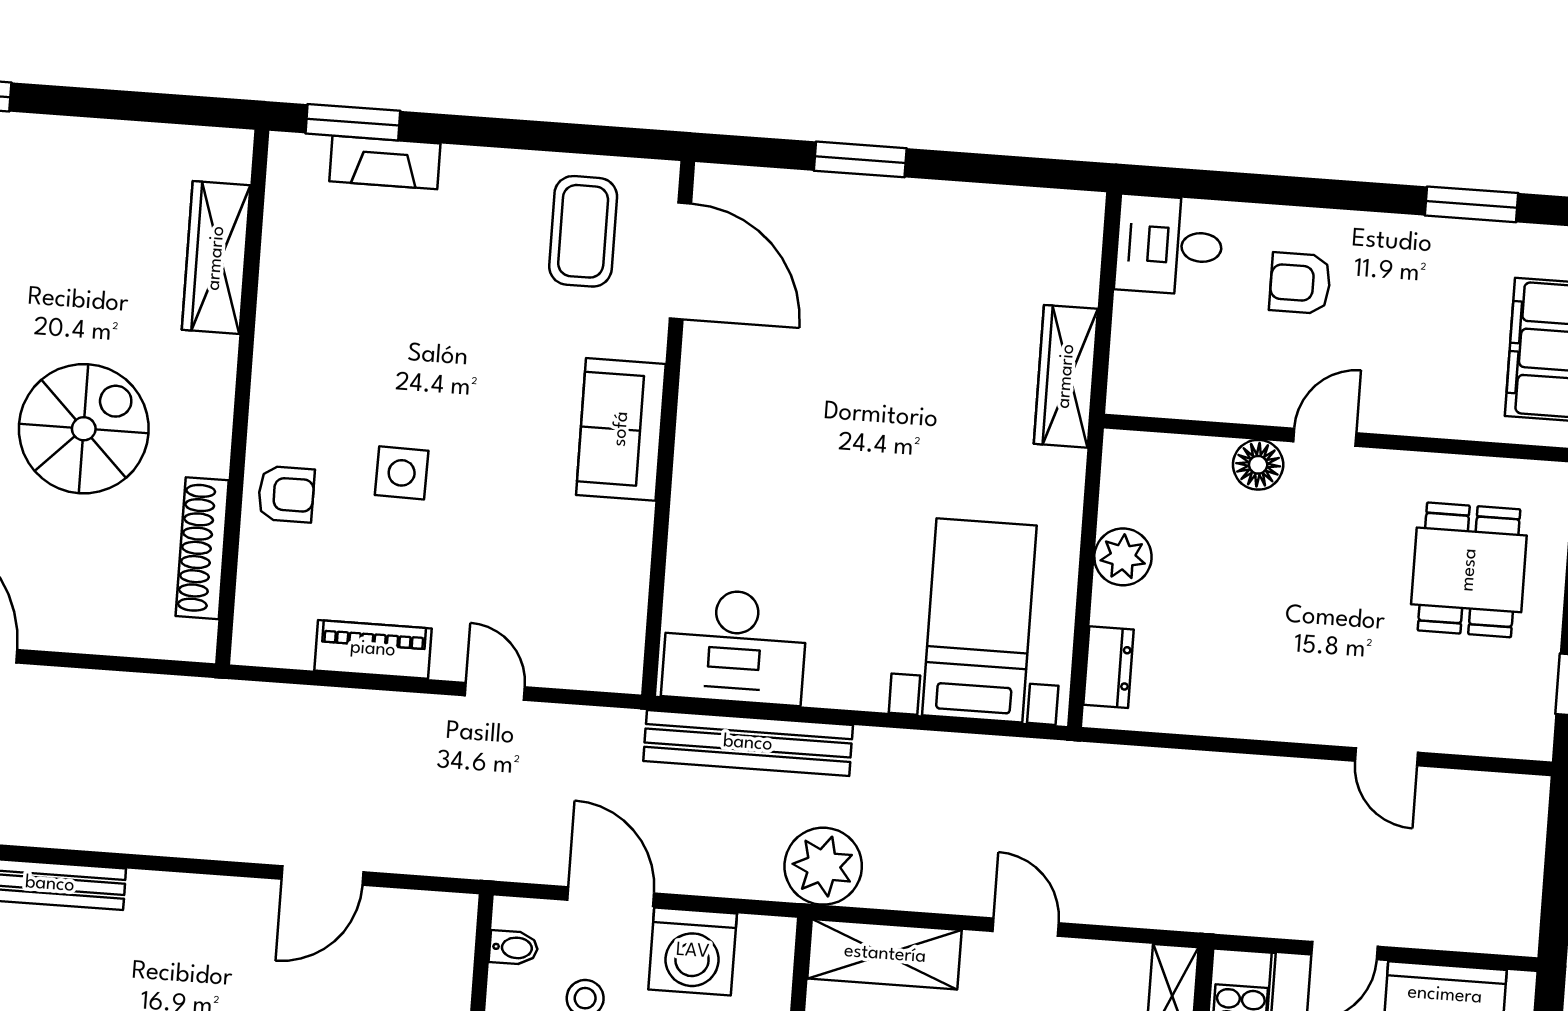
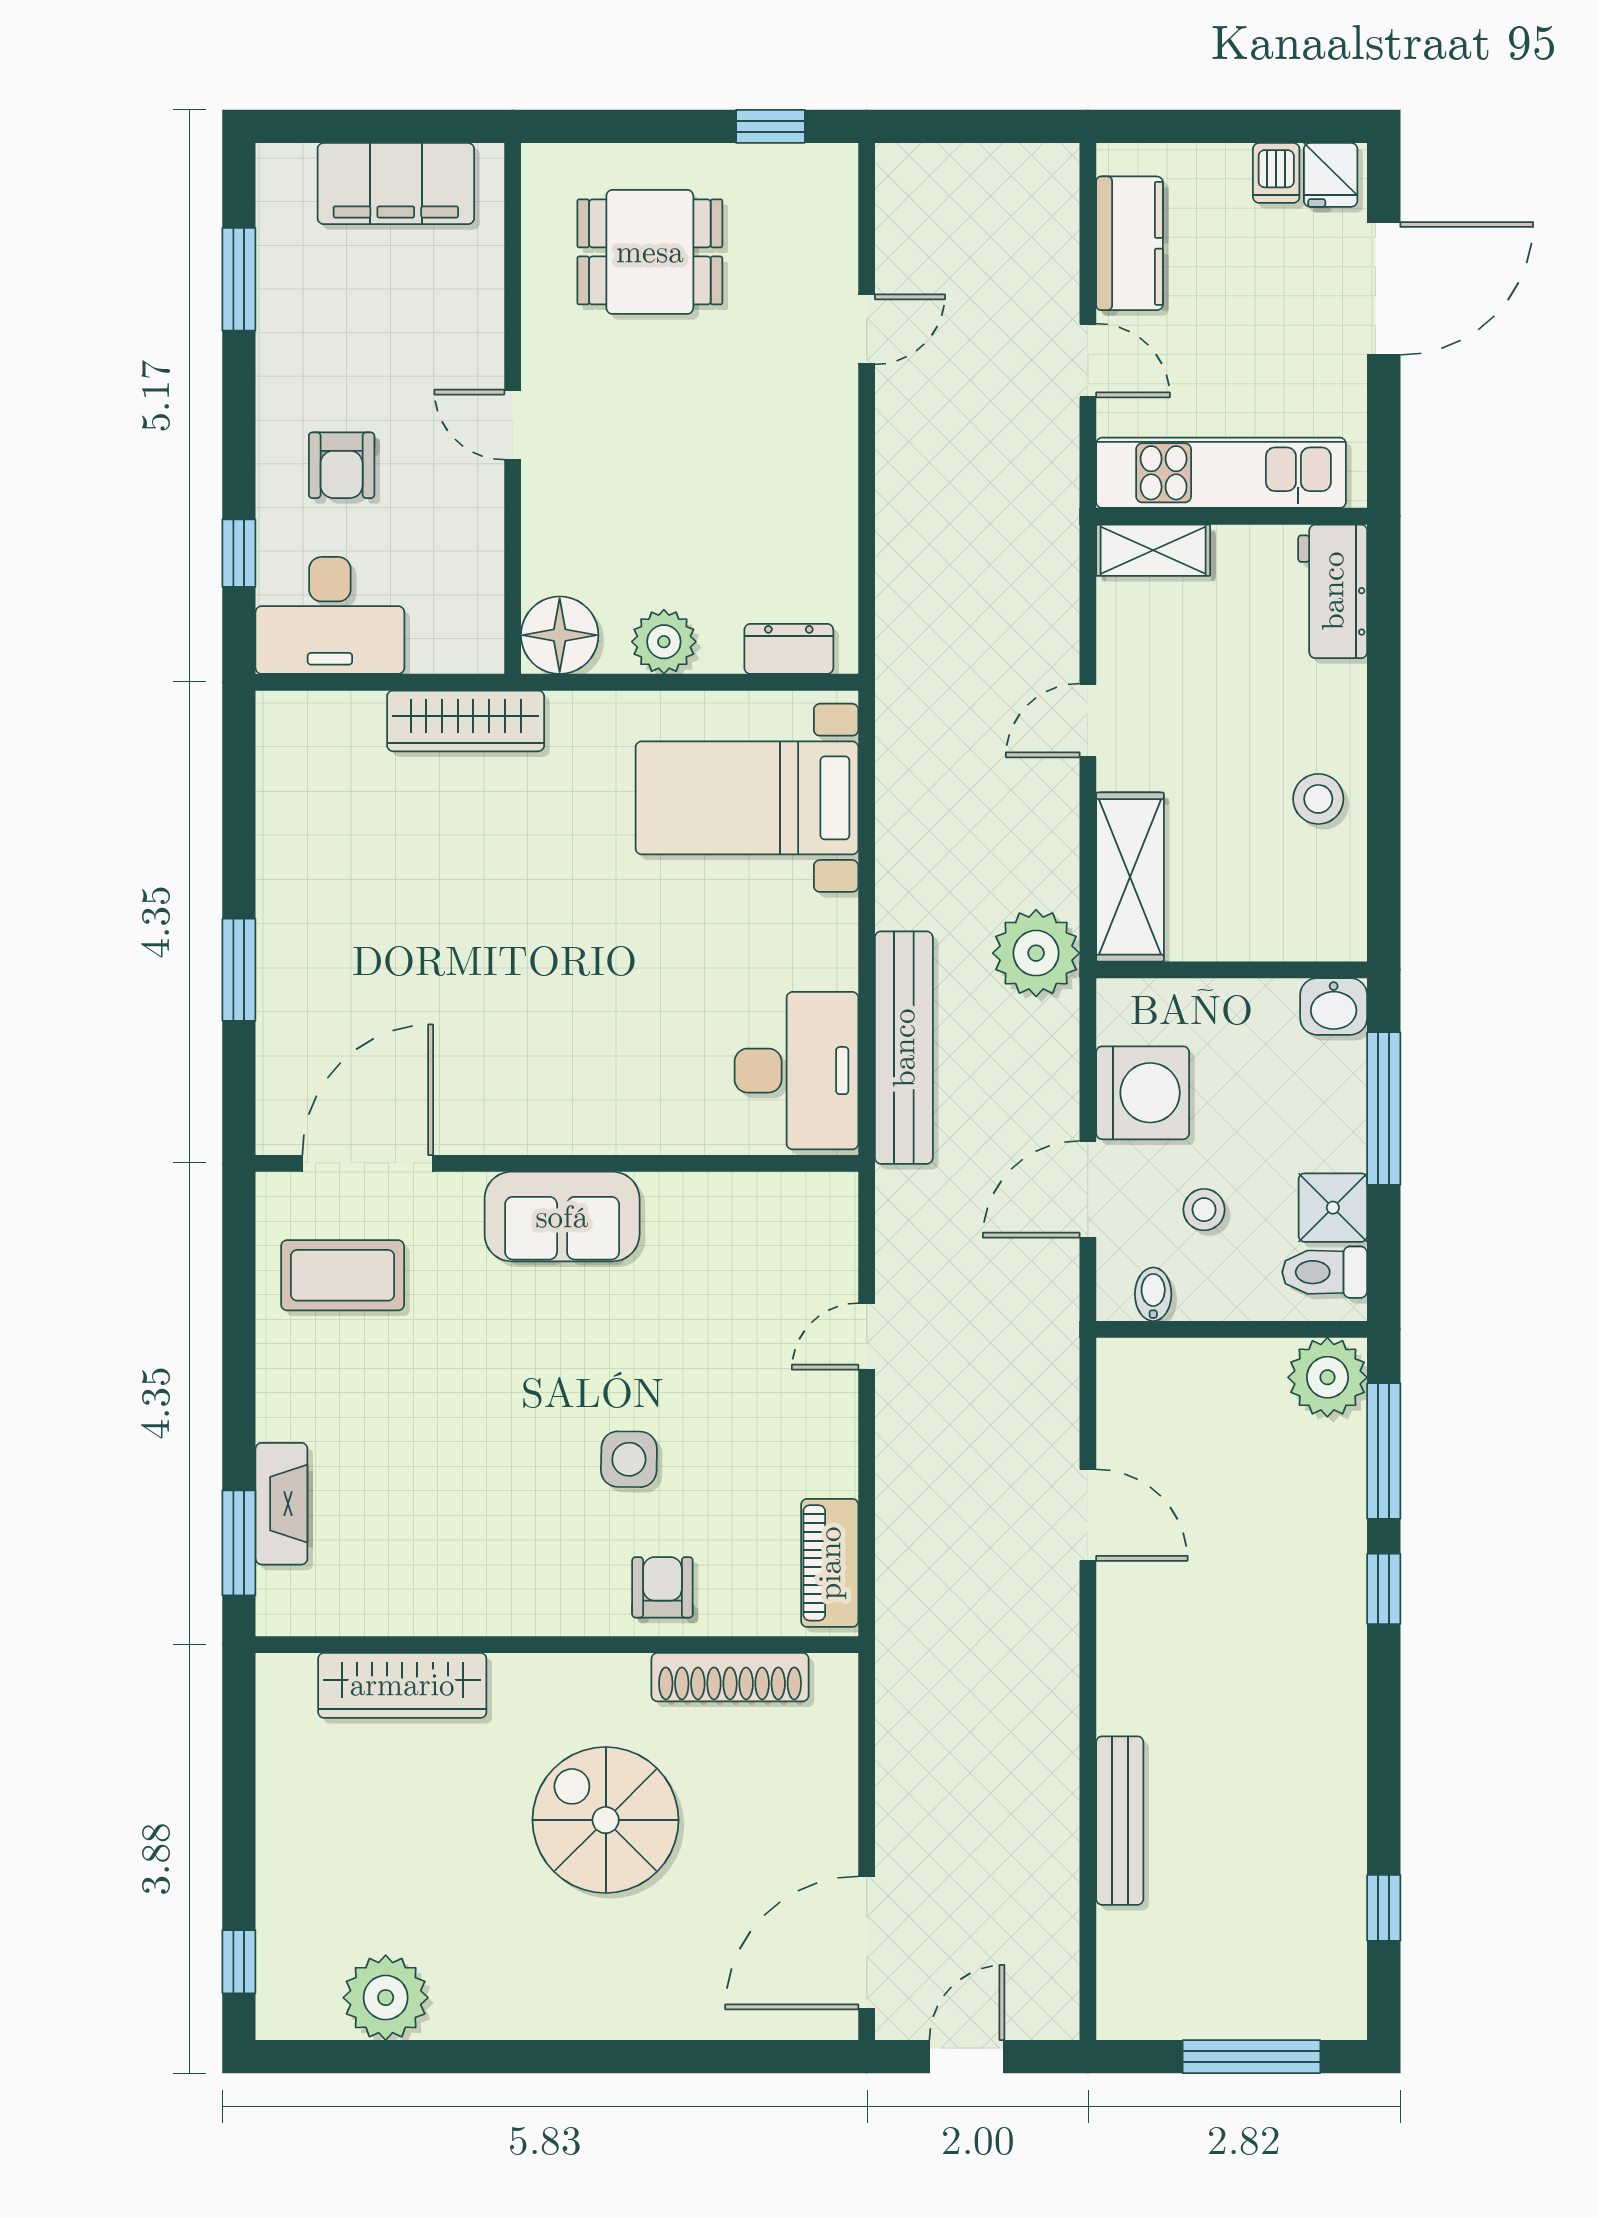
window: (1229, 187) -> (239, 553), added
desk: (1169, 245) -> (330, 615), width x1.37
floor lamp: (1258, 465) -> (560, 635), moved, width x1.38, depth x1.38
piano: (373, 649) -> (830, 1563), moved

